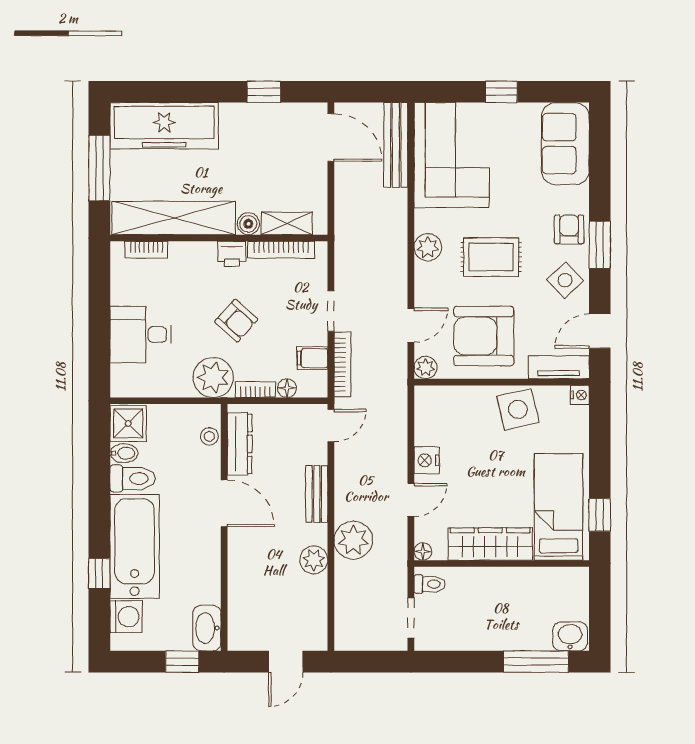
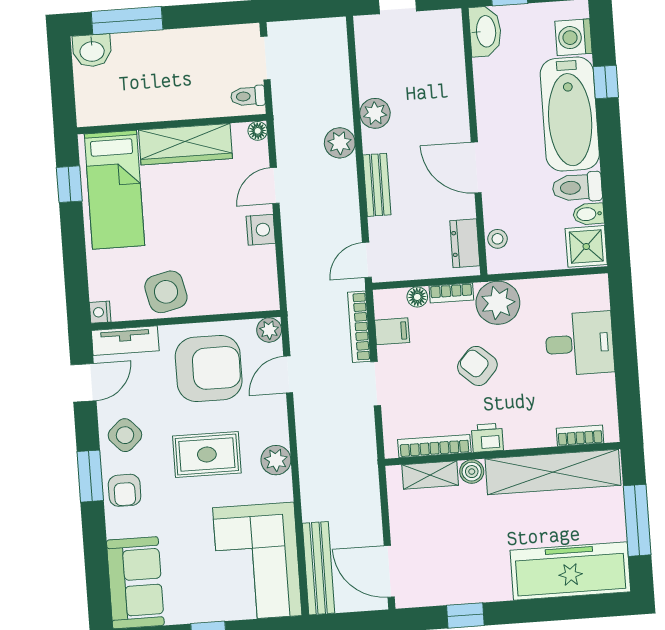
dresser: (240, 444) -> (465, 243), width x0.70
plant: (353, 540) -> (340, 143), width x0.73, depth x0.73

